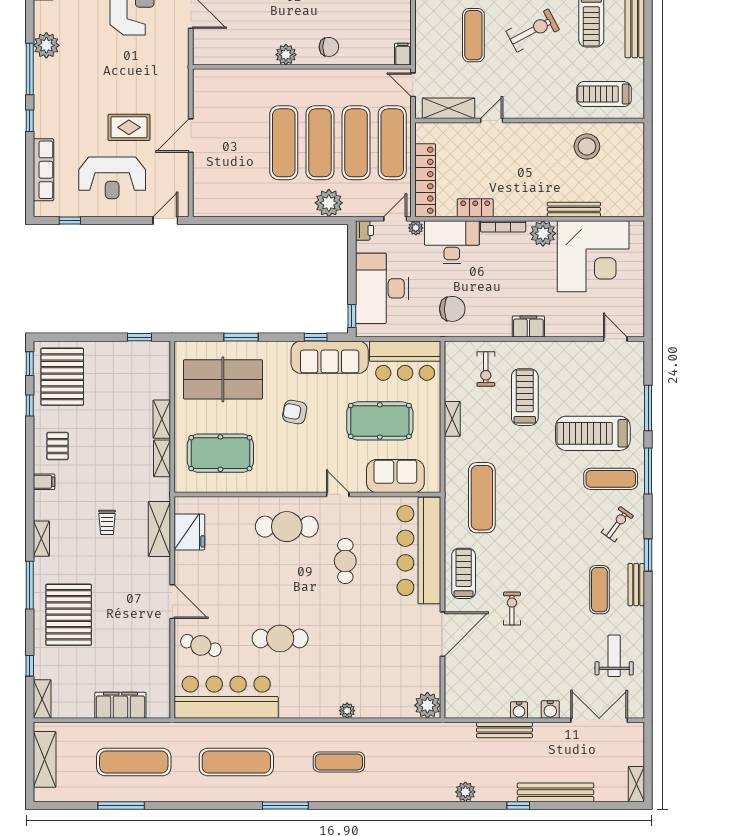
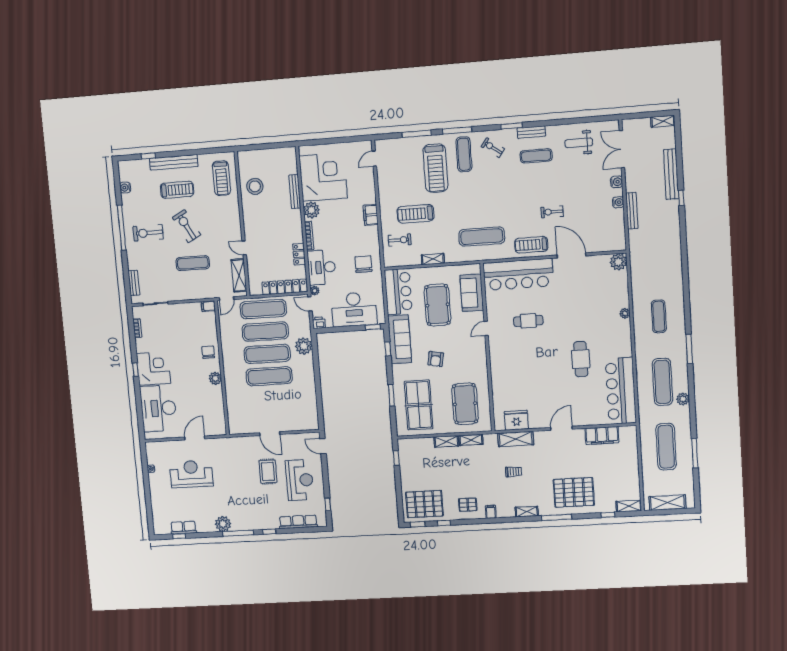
cafe table: (287, 527) -> (509, 359), removed
cafe table: (201, 645) -> (588, 409), removed
filing cabinet: (120, 705) -> (602, 436), moved, turned -90
plant: (465, 792) -> (683, 399), moved

